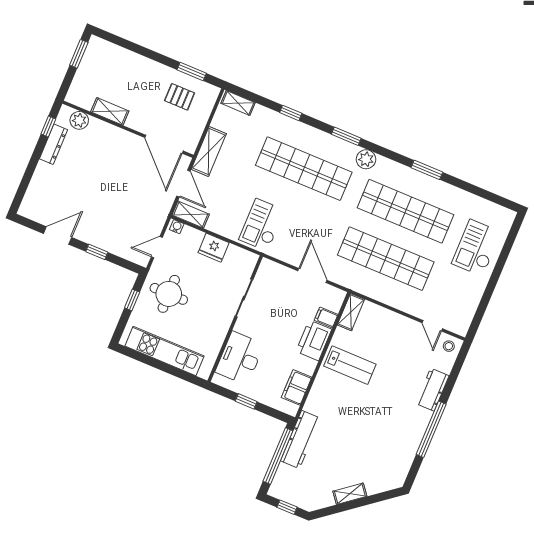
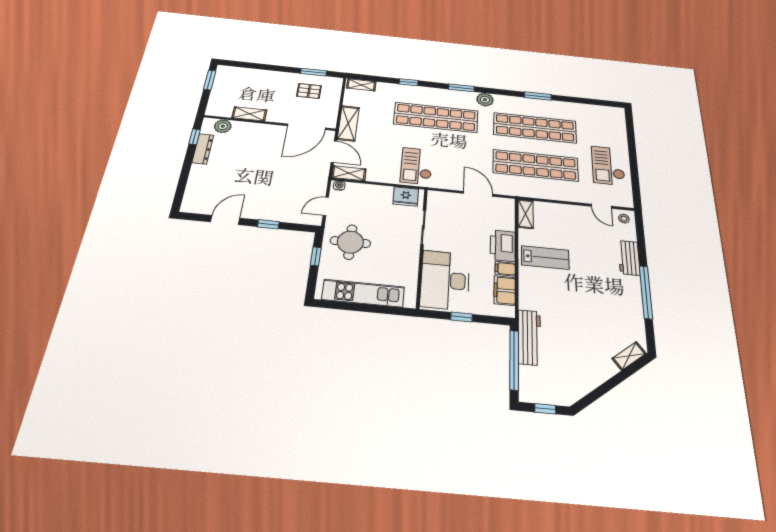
door: (164, 144) -> (306, 127), hinge flipped
fridge: (214, 248) -> (406, 197), moved
checkout: (476, 248) -> (608, 166), moved
filing cabinet: (326, 317) -> (505, 269), moved
desk: (240, 358) -> (445, 280), width x1.36, depth x1.30
shelving: (350, 494) -> (629, 356), moved

